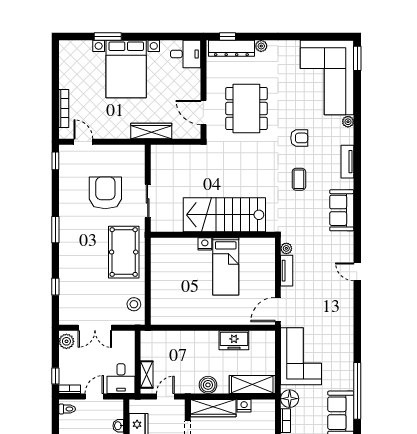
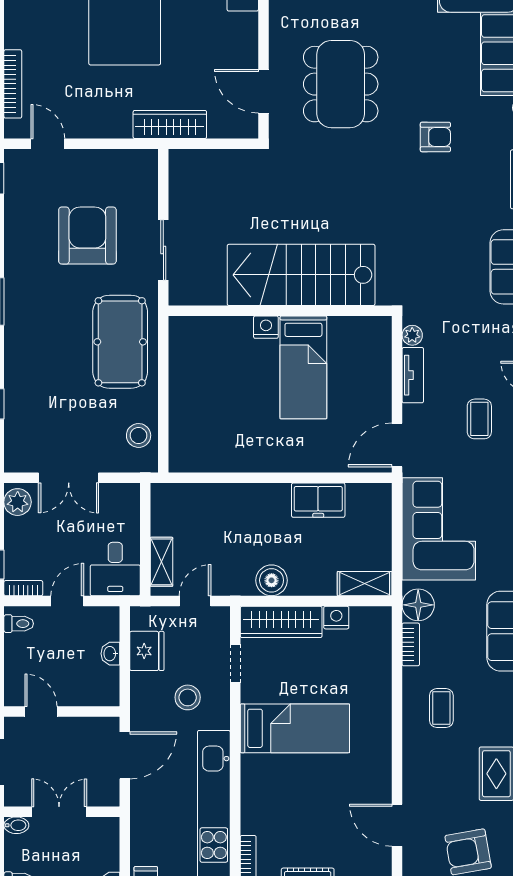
coffee table: (299, 179) -> (479, 419), moved
shelving: (252, 384) -> (365, 584), width x0.67, depth x0.75

